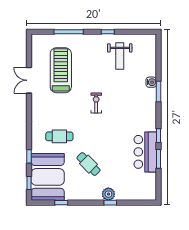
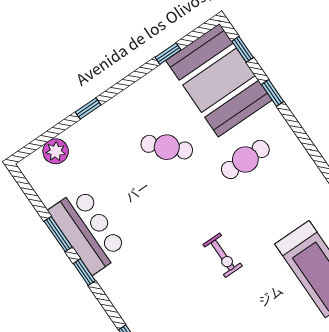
plant: (108, 194) -> (56, 151), moved

